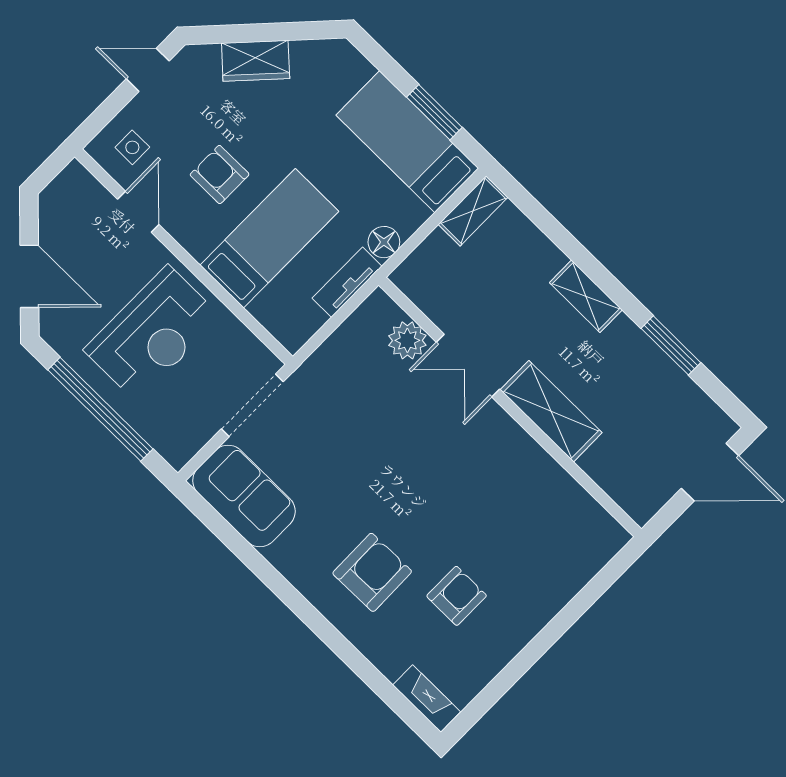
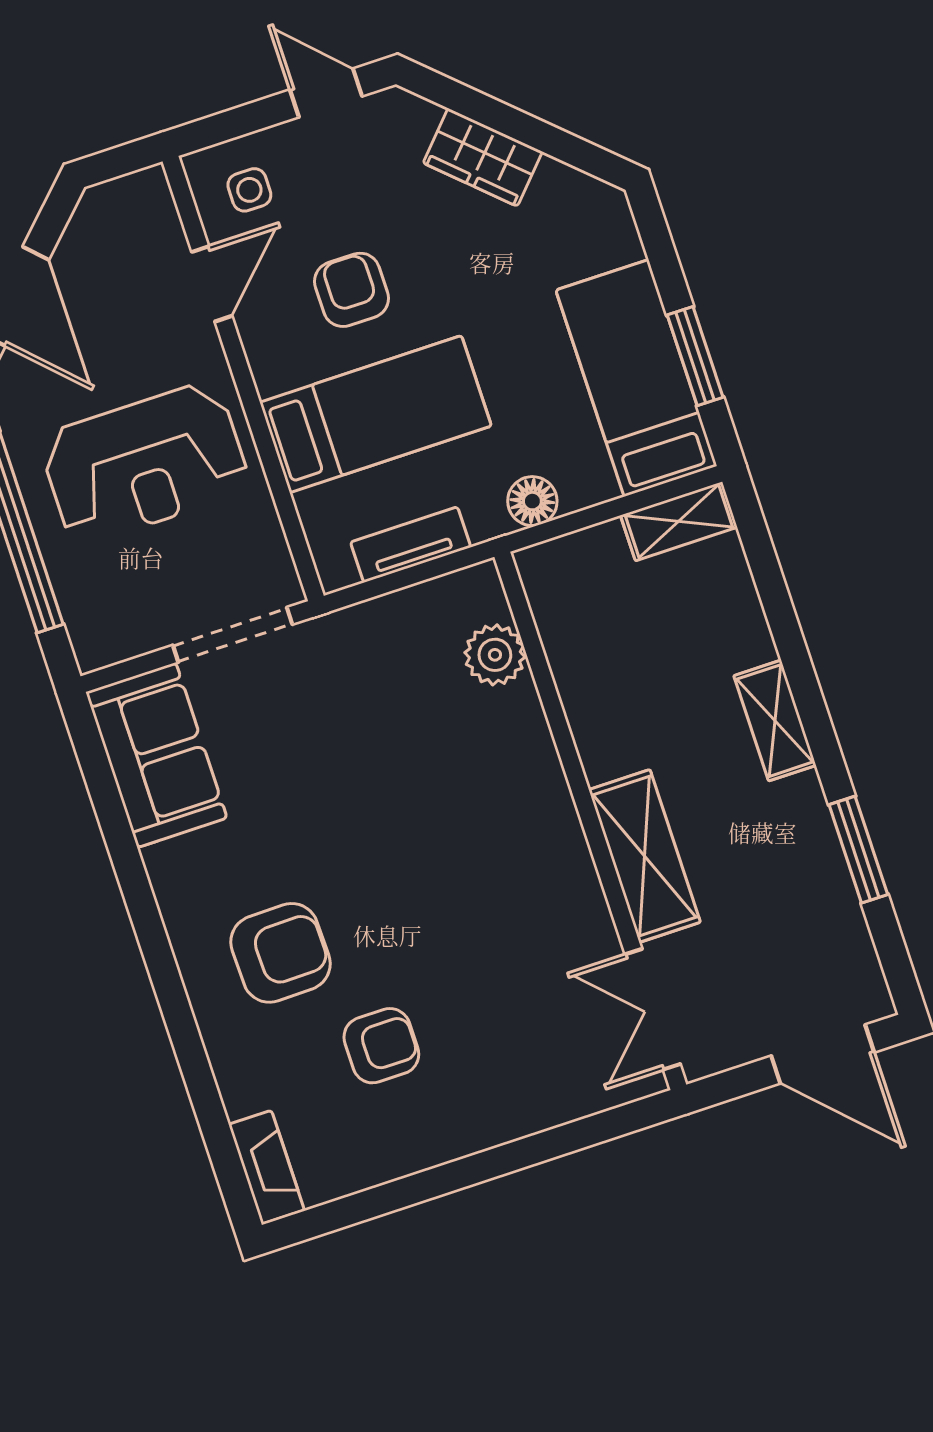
tv unit: (347, 282) -> (411, 545), moved
double door: (468, 366) -> (653, 1009), moved

